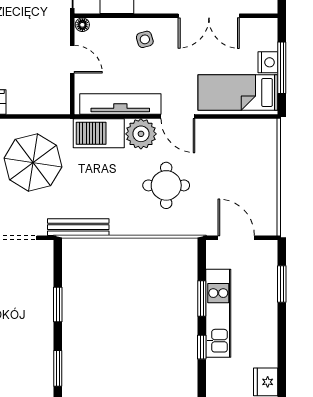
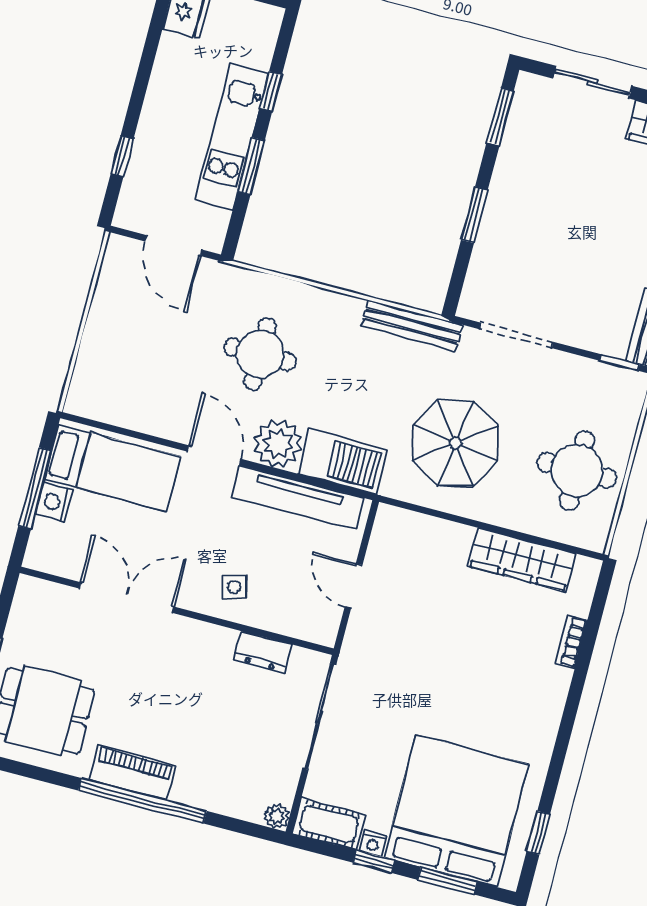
floor lamp: (82, 25) -> (324, 635), removed
window: (282, 284) -> (122, 156), width x0.67

